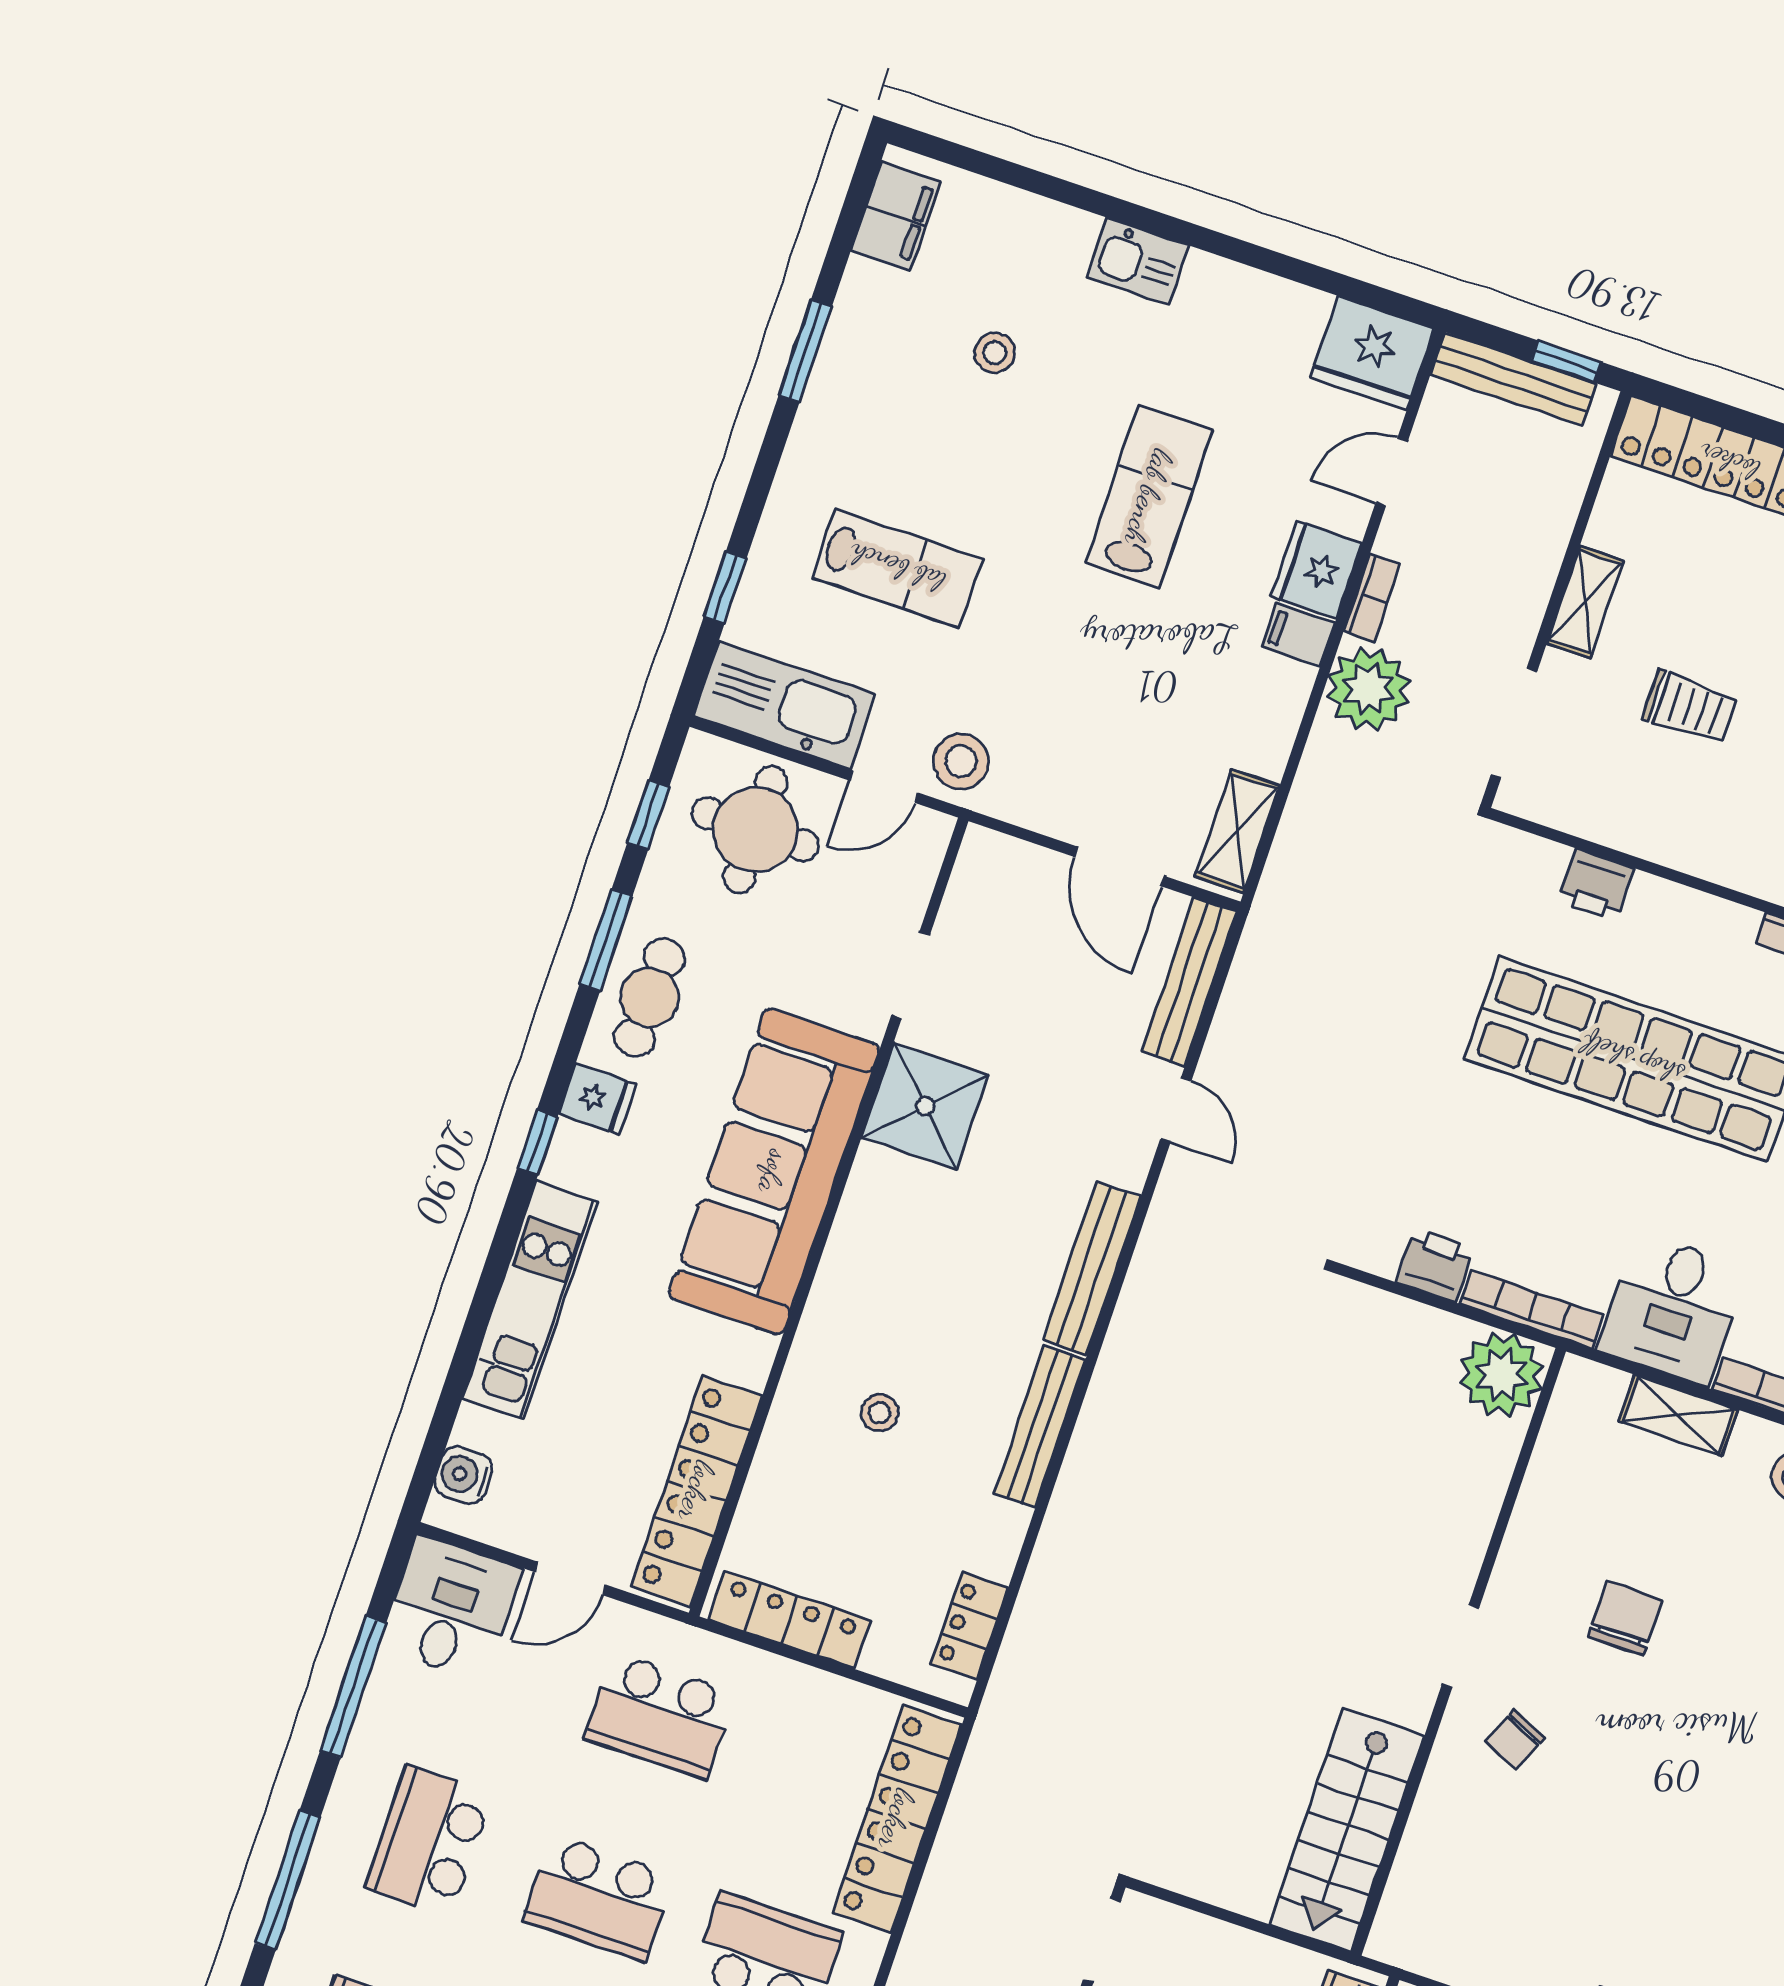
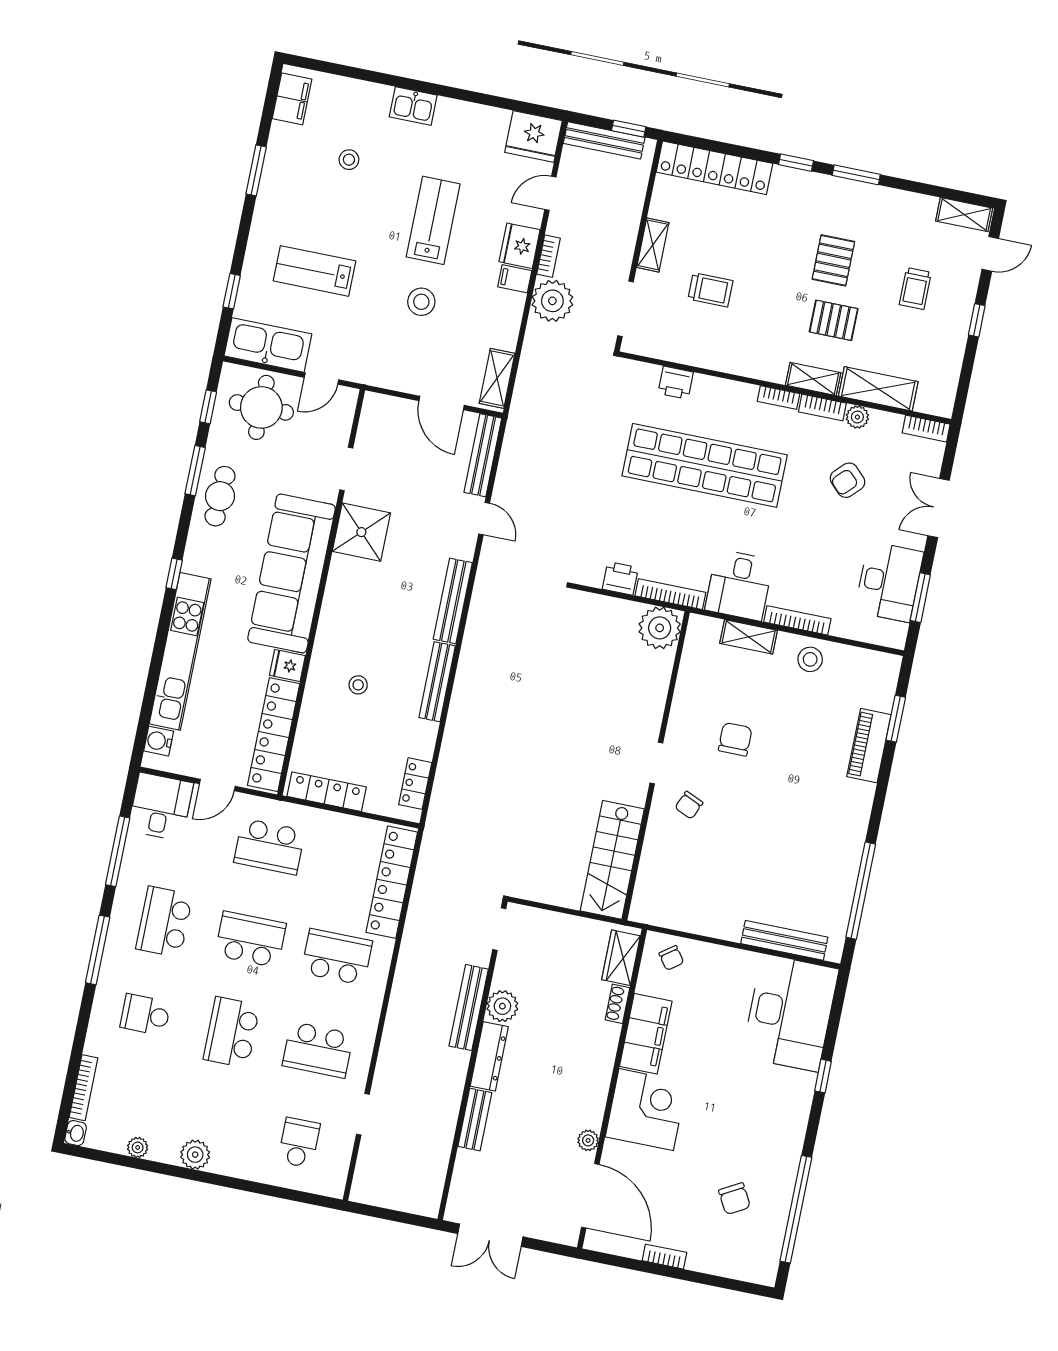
lab bench: (897, 568) -> (314, 271), turned 180
stool: (961, 761) -> (421, 302), moved
fridge: (597, 1099) -> (287, 666), moved, turned 180
kitchen unit: (530, 1300) -> (180, 651), width x1.36
school desk: (598, 1898) -> (251, 939), turned 180

